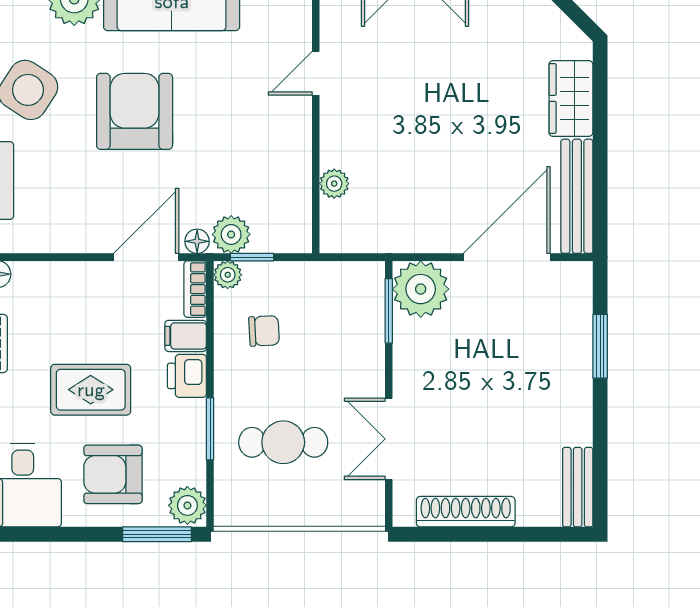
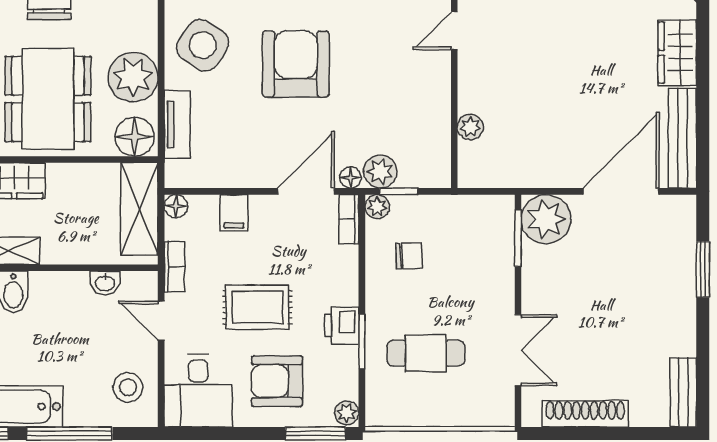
filing cabinet: (186, 336) -> (234, 213), moved, turned -90
printer: (187, 376) -> (342, 325), moved
double door: (389, 439) -> (518, 350), swing flipped
plant: (187, 505) -> (347, 413), width x0.73, depth x0.73

